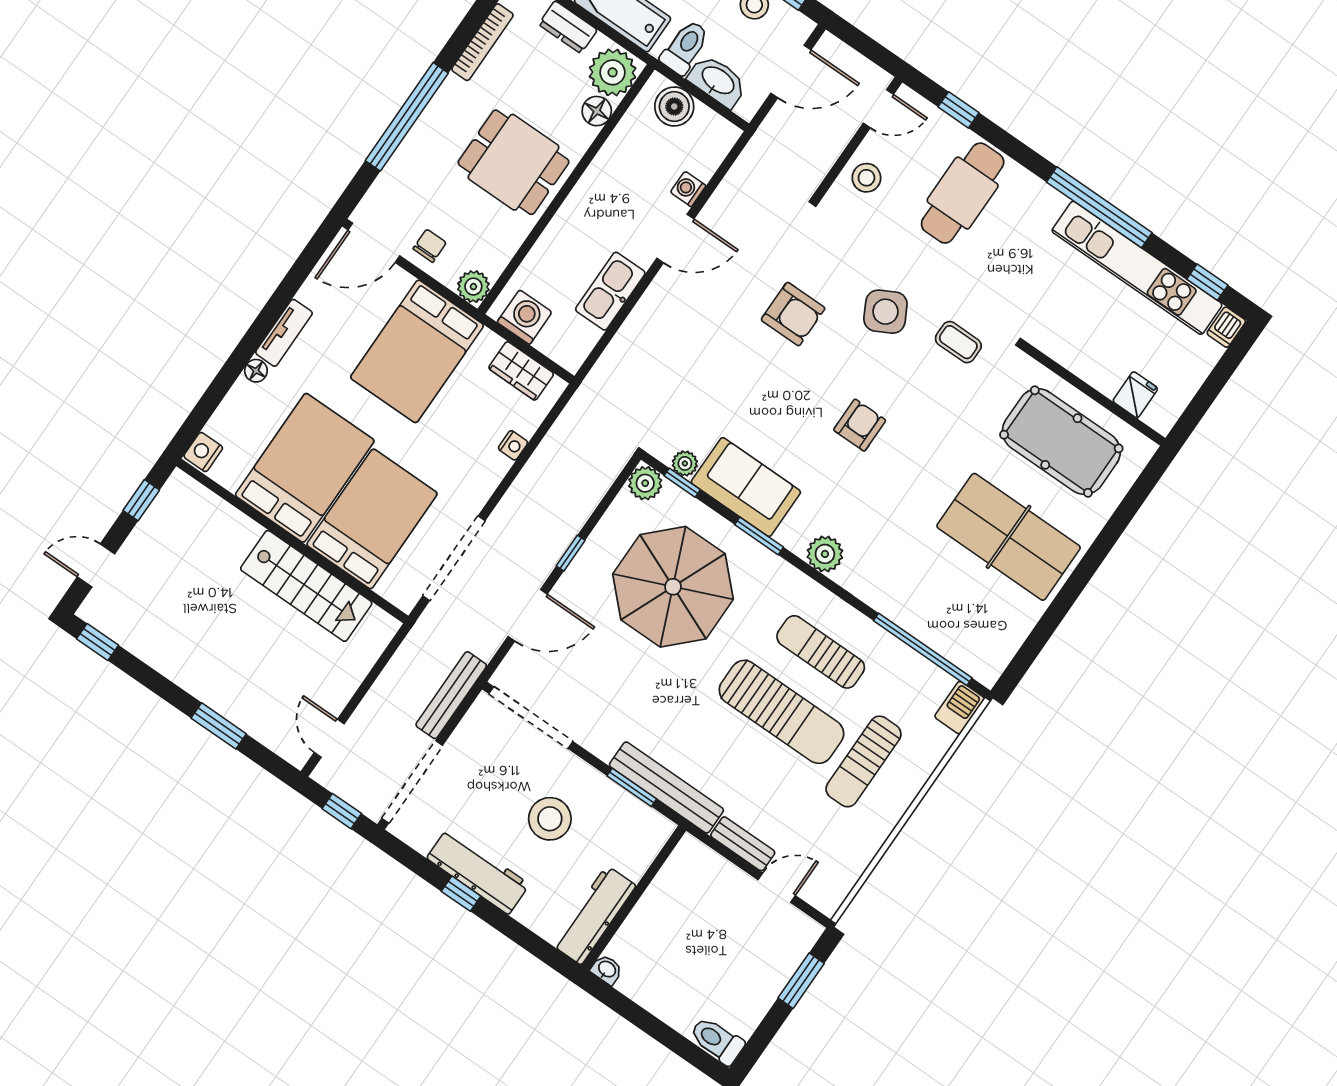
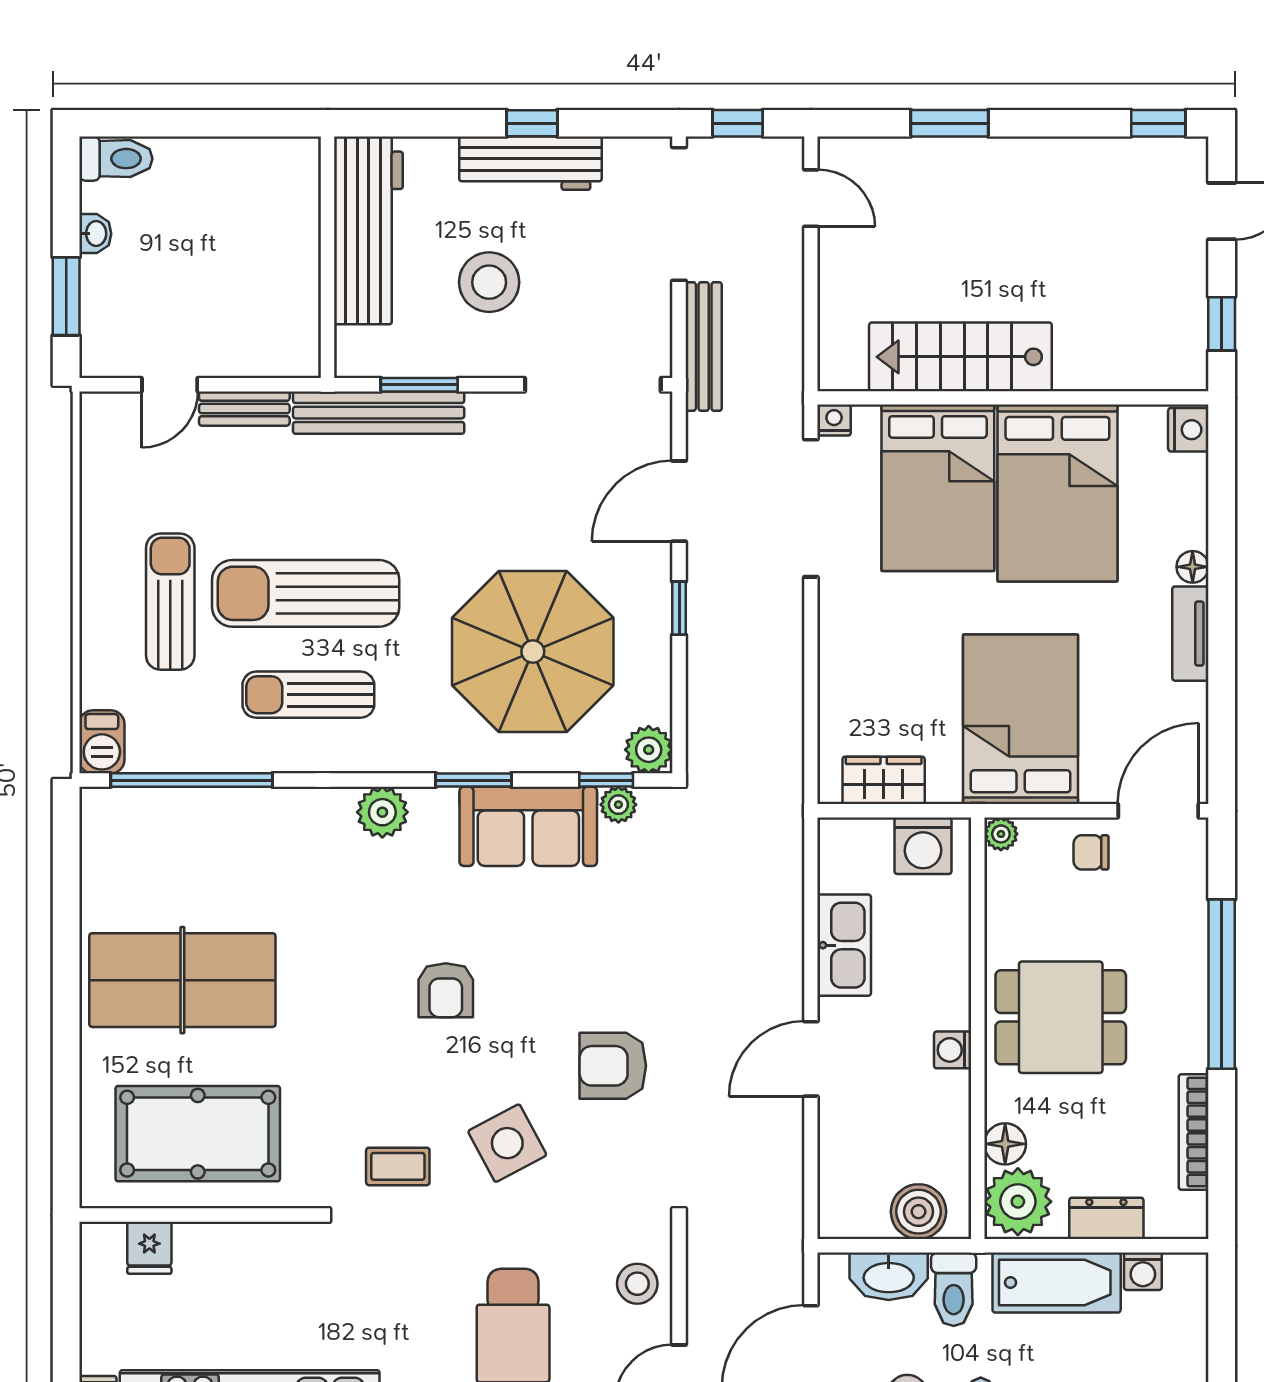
washing machine: (688, 189) -> (953, 1050), moved, turned 180
chair: (430, 246) -> (1091, 852), turned 90
plant: (473, 287) -> (1001, 834), width x0.73, depth x0.73
nightstand: (513, 445) -> (834, 420), moved, turned 90
sun lounger: (821, 652) -> (308, 695), turned 180
workbench: (594, 915) -> (368, 230), width x1.36, depth x1.32
washbasin: (607, 970) -> (95, 234), moved, turned -90

